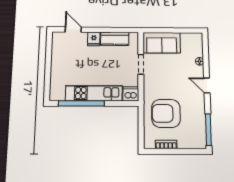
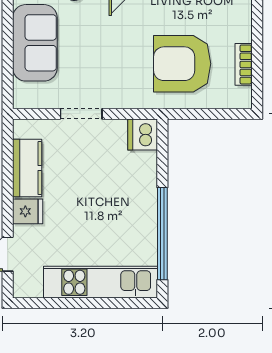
sofa: (162, 43) -> (35, 43), moved
kitchen unit: (94, 93) -> (100, 282), moved, turned 90
armchair: (166, 113) -> (182, 64), turned 90

